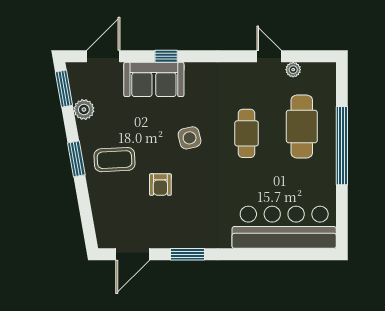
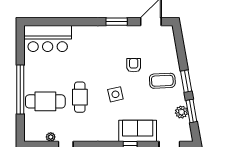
window: (64, 89) -> (191, 111), moved
cafe table: (302, 127) -> (45, 101), turned 90
bar counter: (284, 227) -> (48, 38), width x0.73

